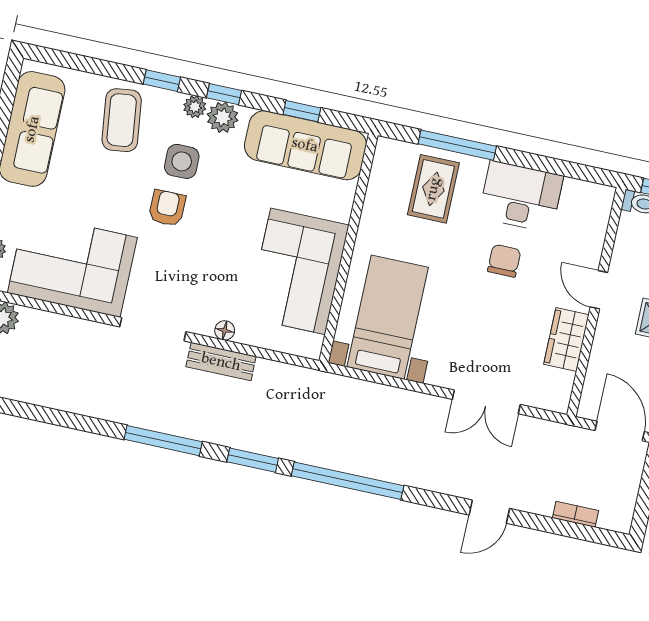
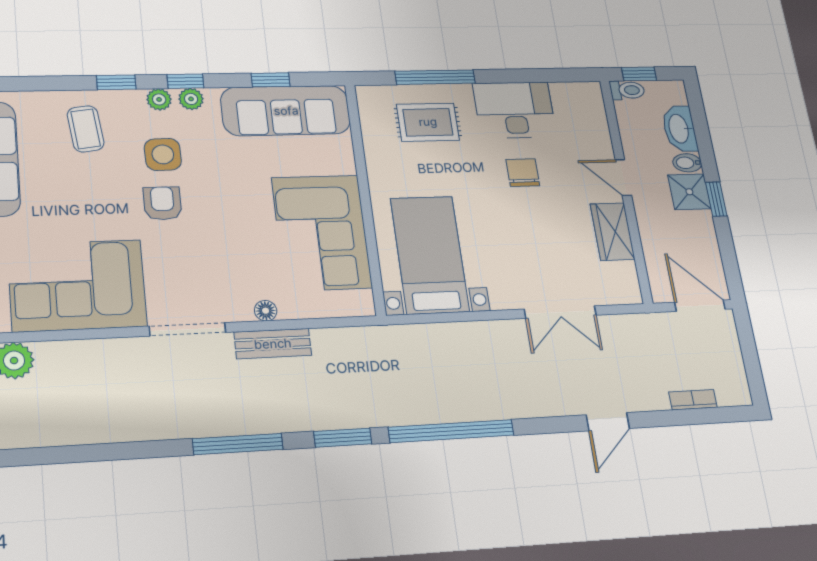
plant: (223, 117) -> (191, 99), width x0.73, depth x0.73
coffee table: (122, 120) -> (86, 129), width x0.73, depth x0.77
rug: (433, 189) -> (428, 122), turned 90

